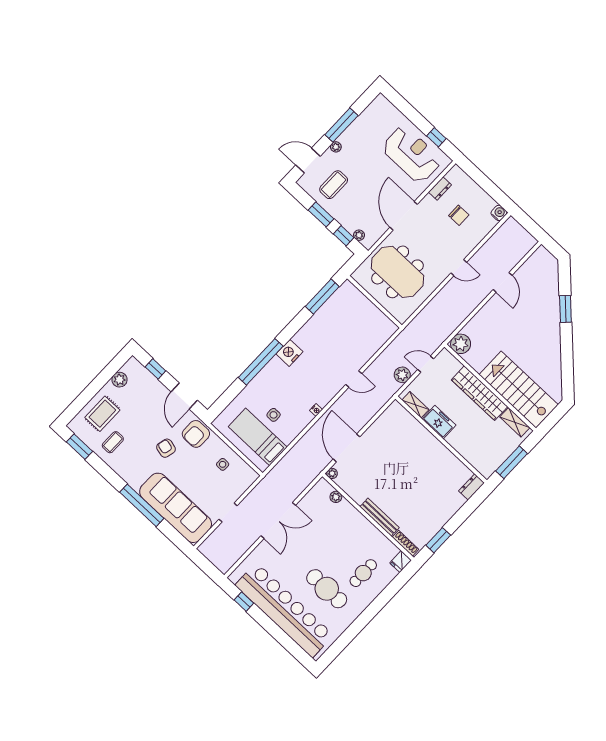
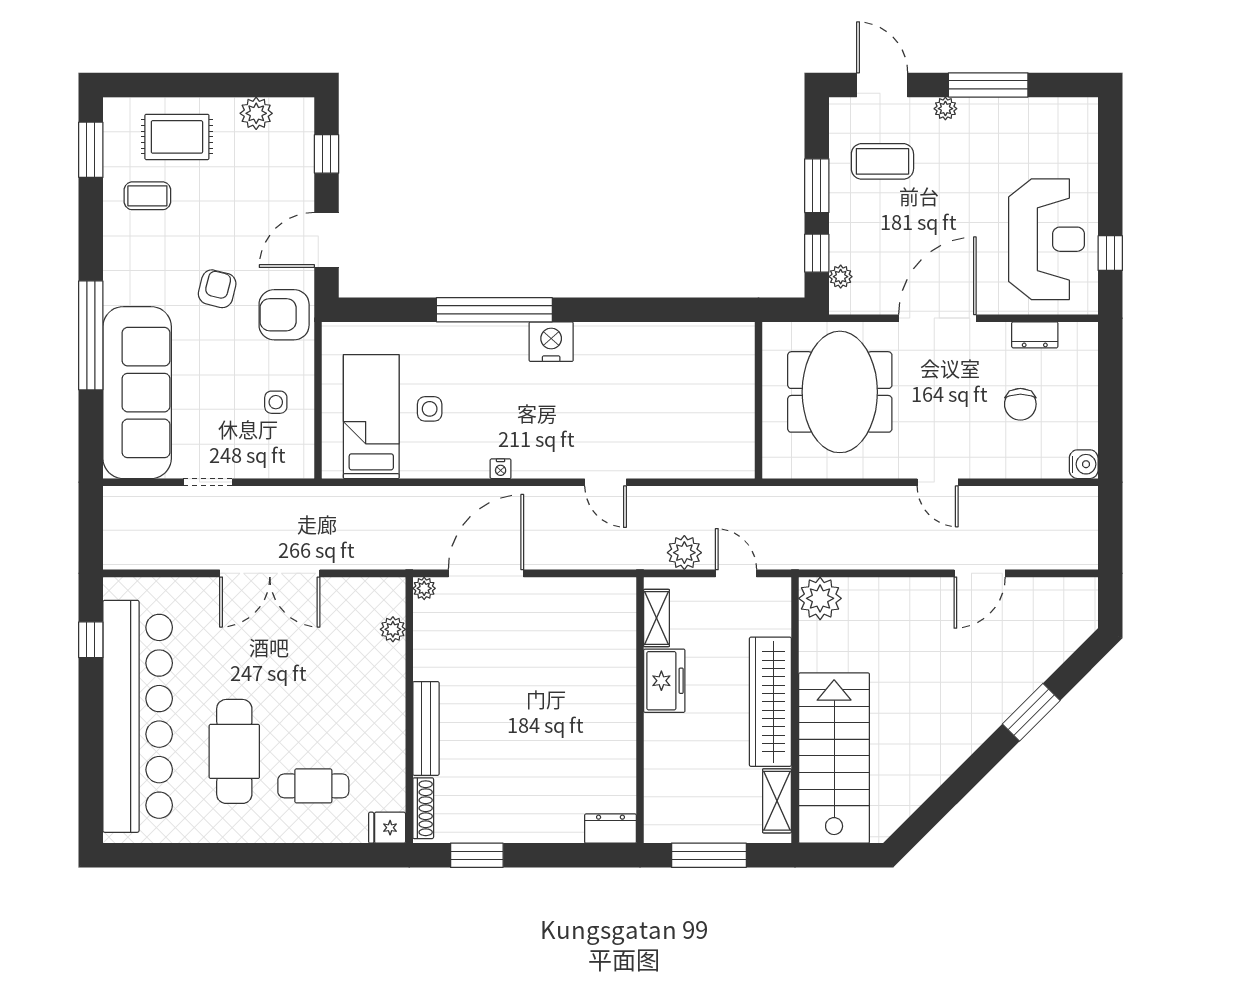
window: (322, 297) -> (689, 310), removed

